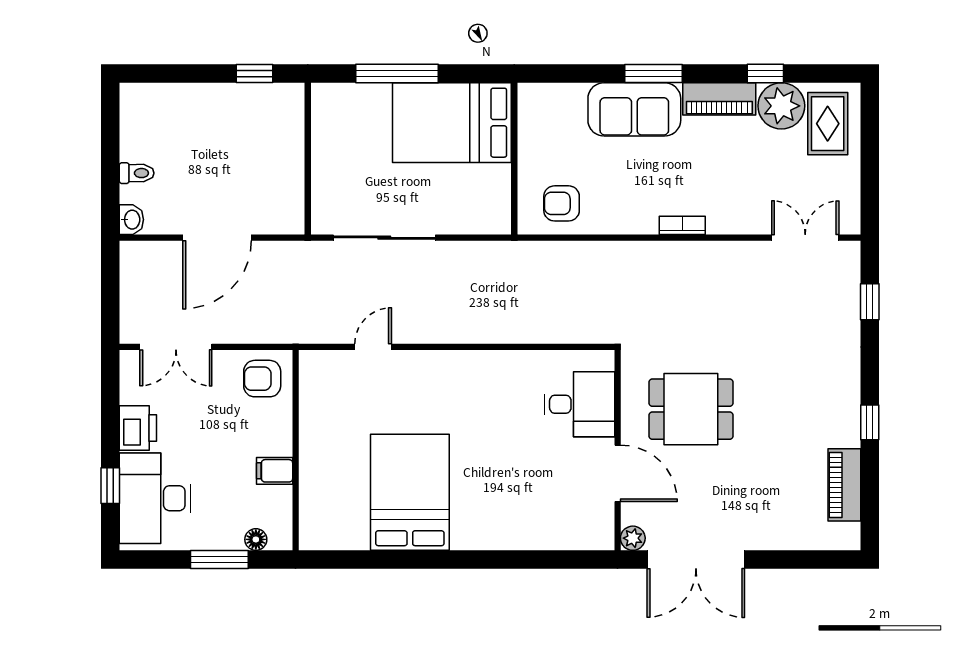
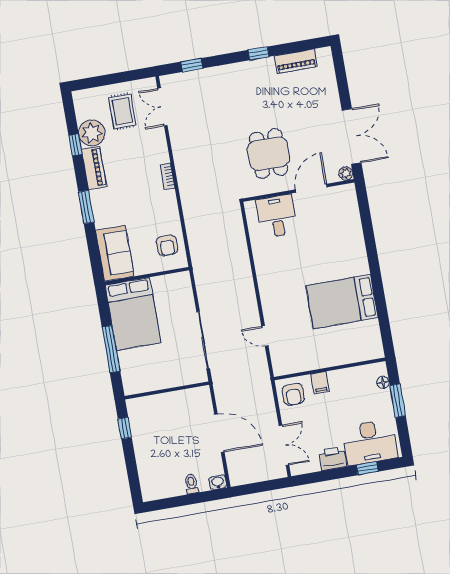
sofa: (634, 109) -> (115, 253), moved
rug: (828, 124) -> (122, 111), moved, turned 90
filing cabinet: (275, 471) -> (320, 383), moved

